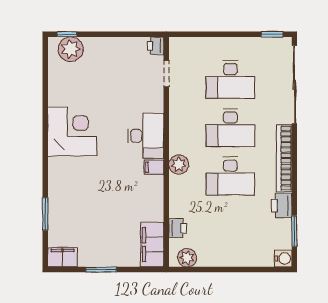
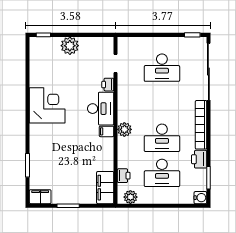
printer: (156, 46) -> (108, 85), moved
plant: (71, 49) -> (70, 46), moved
desk: (230, 128) -> (162, 173), moved

